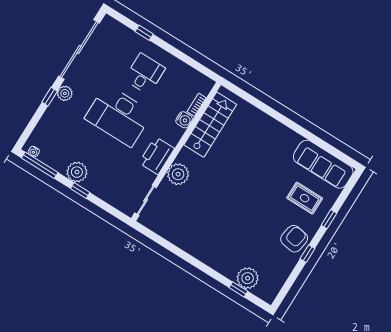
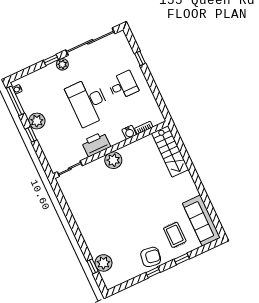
stairs: (210, 125) -> (170, 151), moved, turned 90
plant: (178, 174) -> (113, 160), moved

